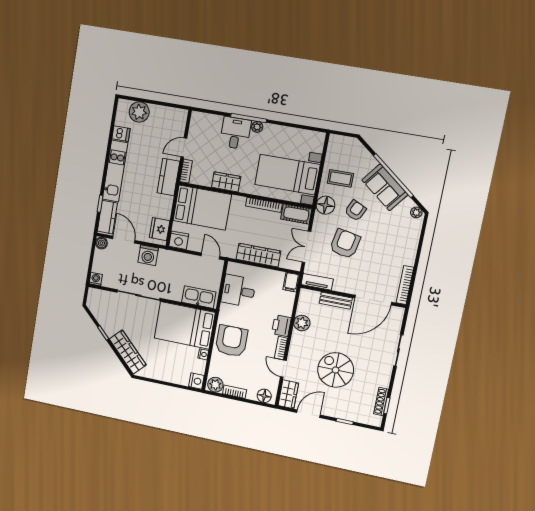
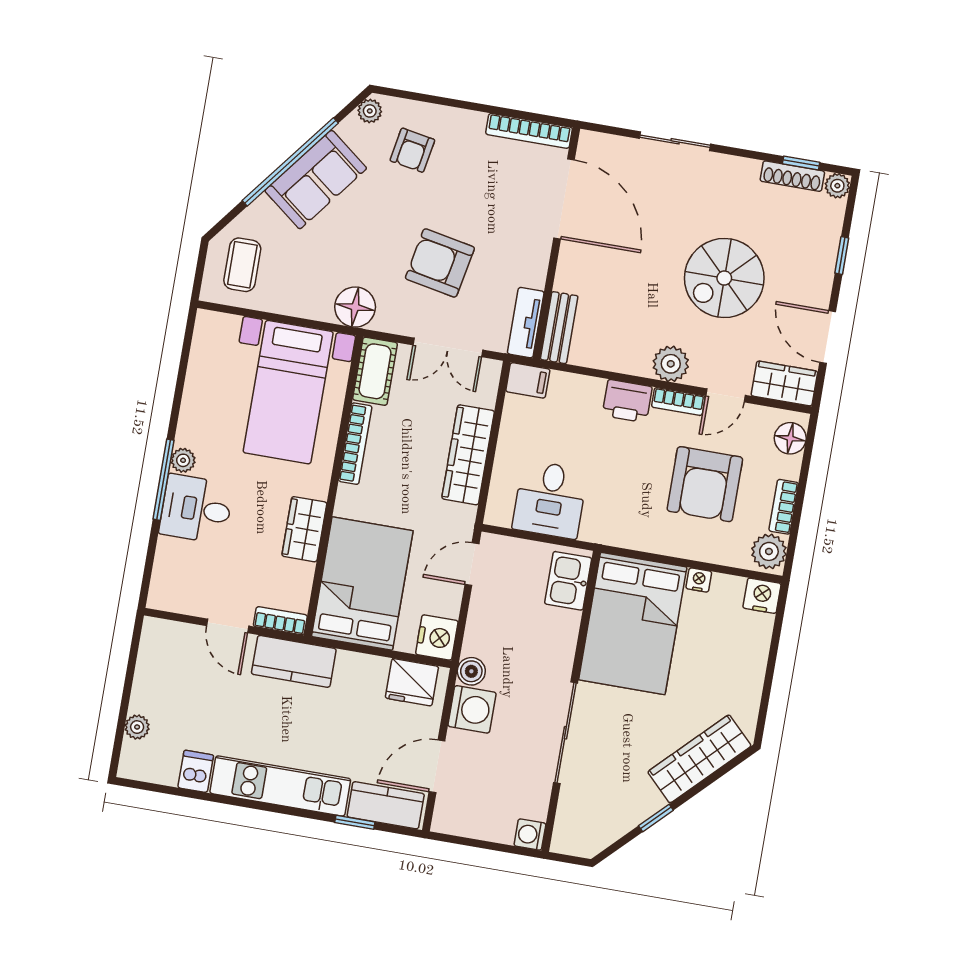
plant: (139, 112) -> (137, 727), width x0.53, depth x0.53
coffee table: (340, 178) -> (242, 265), moved
armchair: (355, 210) -> (412, 150), moved, turned -105
boiler: (101, 243) -> (471, 671), moved
kitchen sink: (199, 297) -> (568, 581), width x0.73
bench: (336, 301) -> (559, 328), moved
plant: (302, 323) -> (671, 364), moved
armchair: (232, 341) -> (705, 484), moved, turned -90
plant: (376, 421) -> (837, 186), added

